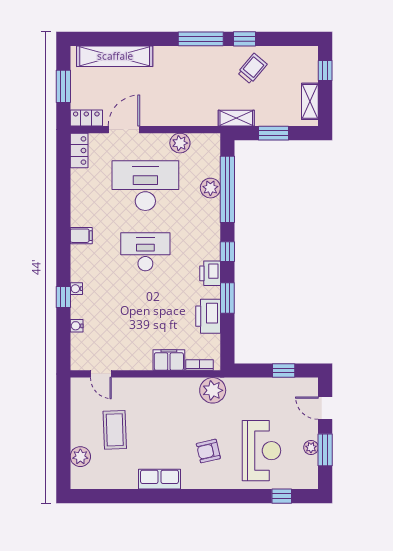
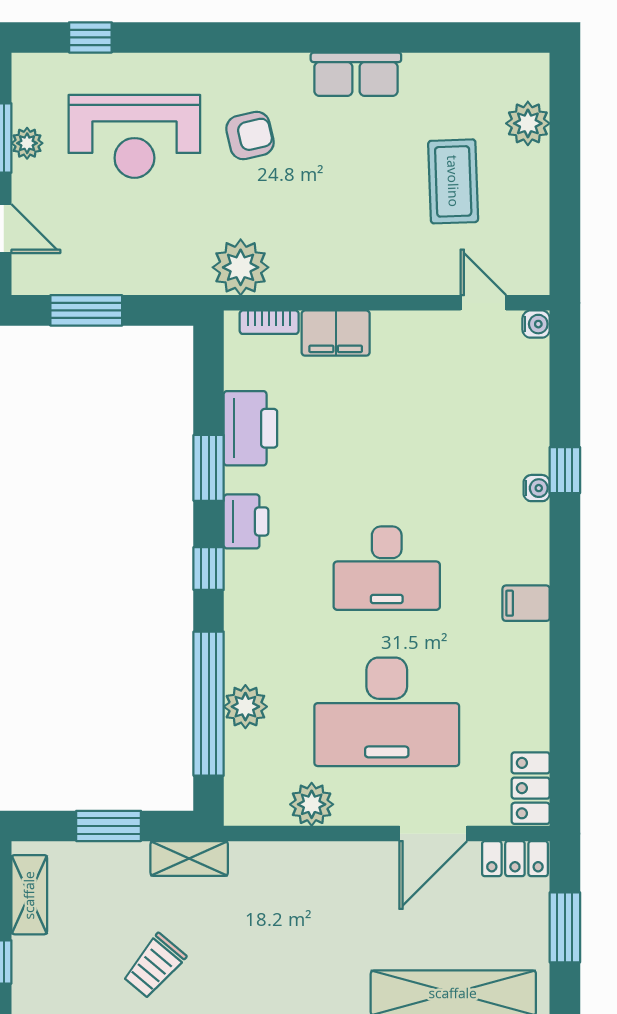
water cooler: (77, 326) -> (536, 324), moved
window: (284, 370) -> (86, 310), width x1.50
reception desk: (262, 451) -> (134, 136), turned -90

